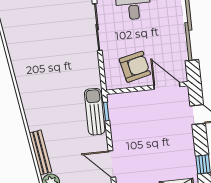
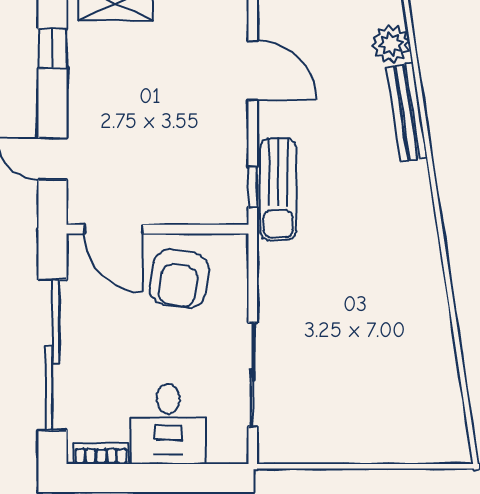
armchair: (135, 67) -> (179, 279), turned -68

